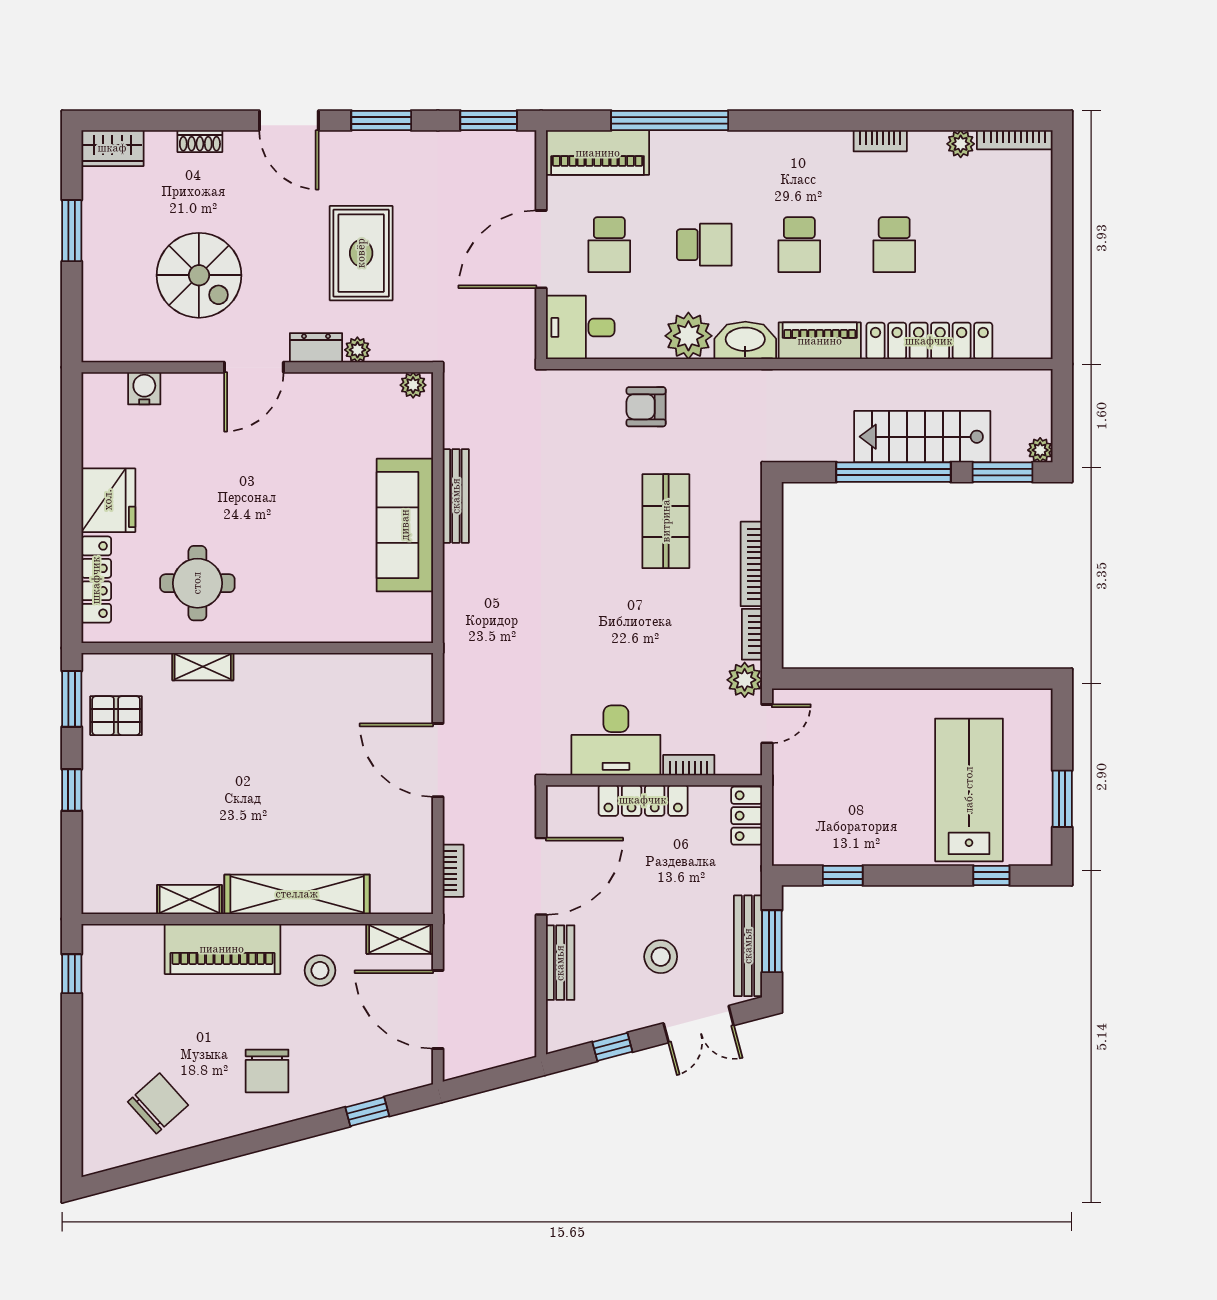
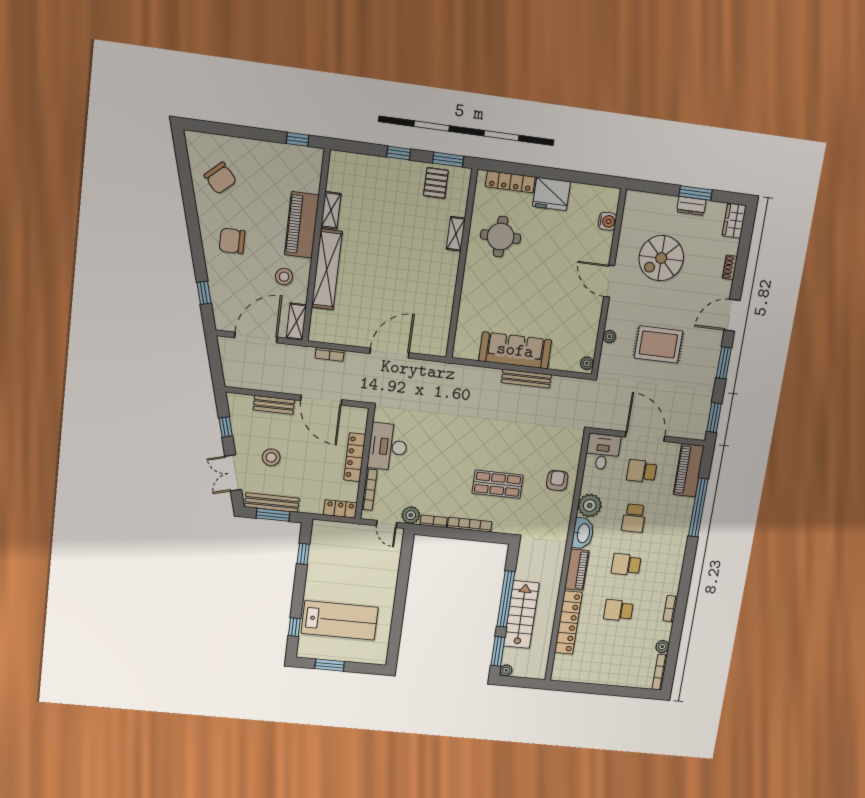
dresser: (316, 348) -> (691, 206), moved, turned 90
bookcase: (689, 765) -> (369, 490), width x1.56

